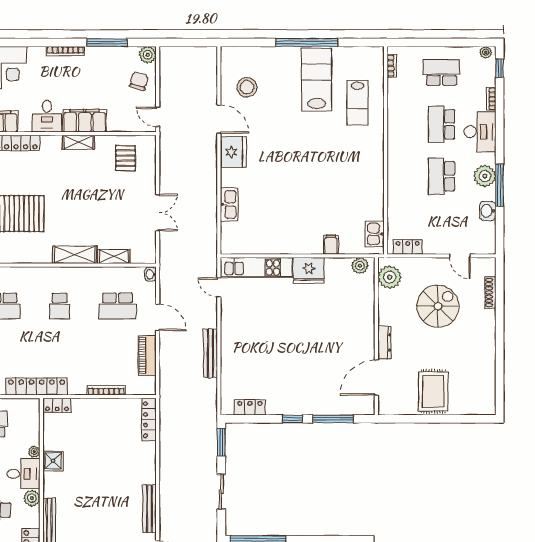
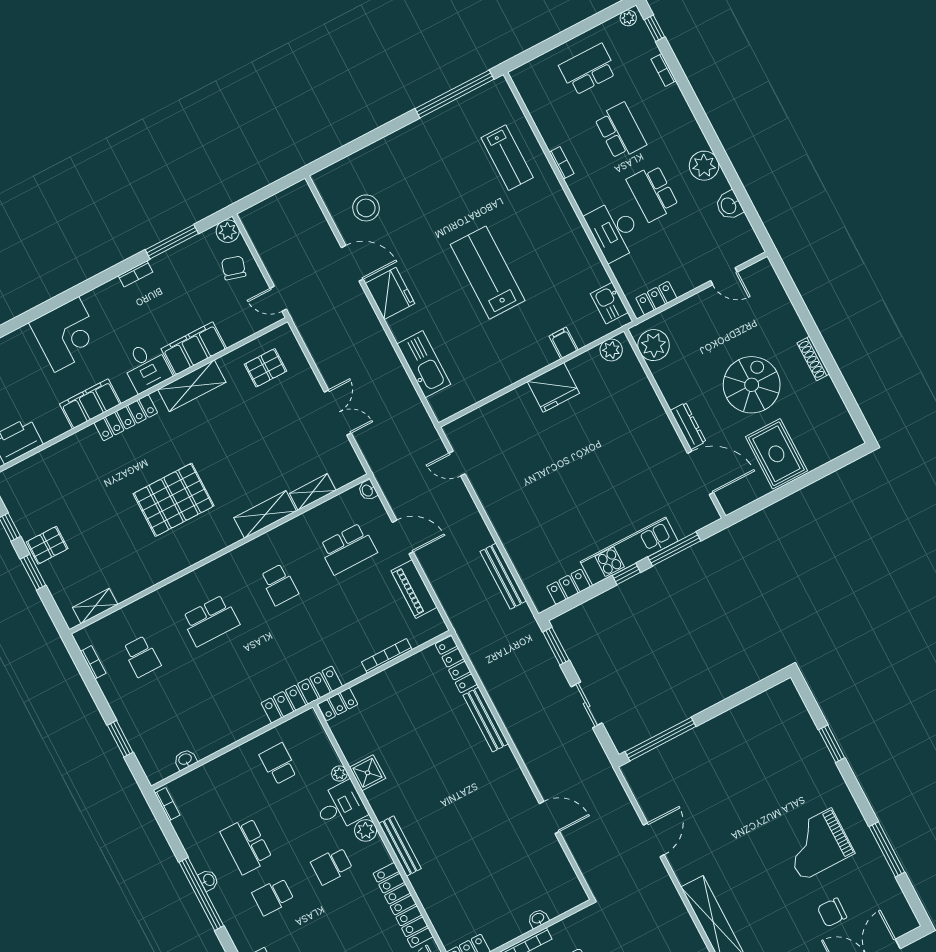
window: (306, 43) -> (454, 94), moved
bookcase: (65, 51) -> (136, 274), width x0.64
bookcase: (392, 66) -> (562, 163), moved
lab bench: (317, 80) -> (488, 273), moved
school desk: (441, 124) -> (620, 131), turned 180
desk: (480, 132) -> (614, 230), moved, turned 180
shelving: (79, 142) -> (192, 386), width x1.50, depth x1.33
pallet: (125, 158) -> (265, 368), turned 90
window: (500, 185) -> (727, 167), removed
kitchen sink: (229, 204) -> (424, 364), width x1.36, depth x1.24
kitchen unit: (256, 268) -> (629, 551), moved, turned 180
shoe rack: (490, 293) -> (813, 359), moved
spiral stairs: (438, 306) -> (752, 385), moved
bench: (211, 353) -> (503, 576), moved
door: (376, 378) -> (700, 473), swing flipped
bench: (149, 509) -> (486, 719), moved

